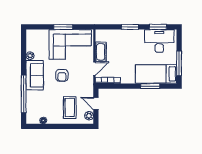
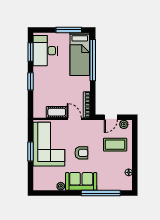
window: (150, 86) -> (93, 60), width x2.11

